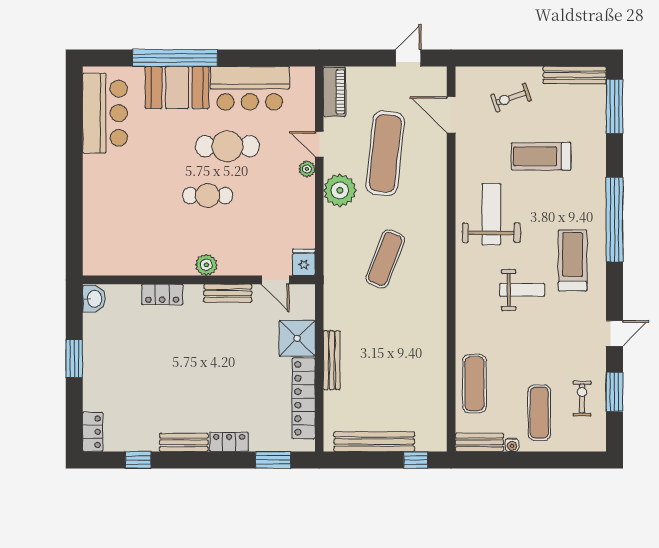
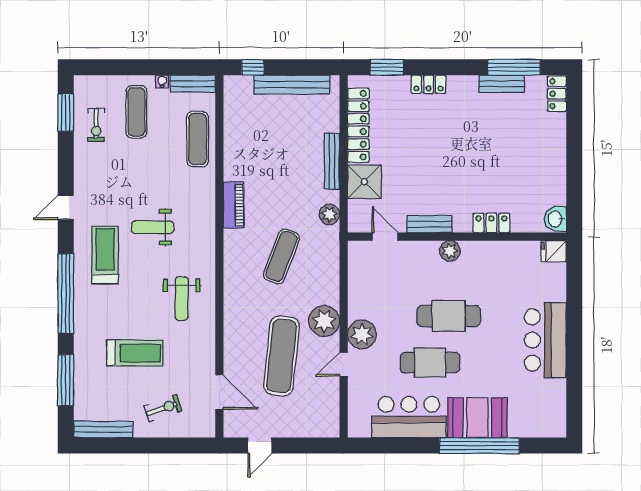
piano: (334, 92) -> (234, 205), moved, turned 180
window: (614, 106) -> (66, 380), moved
bar counter: (105, 113) -> (545, 340), moved
door: (319, 144) -> (344, 364), swing flipped
plant: (307, 169) -> (362, 334), width x1.87, depth x1.87
cafe table: (208, 196) -> (449, 316), width x1.37, depth x1.35
weight bench: (491, 214) -> (182, 298), width x0.73, depth x0.75
treadmill: (573, 261) -> (105, 255), turned 180
fridge: (304, 262) -> (554, 251), moved, turned 90
plant: (334, 304) -> (329, 214), added
door: (614, 334) -> (66, 207), moved
window: (74, 358) -> (574, 163), removed
window: (614, 392) -> (66, 113), moved
bench: (184, 442) -> (502, 84), moved
window: (138, 460) -> (514, 67), width x2.17

